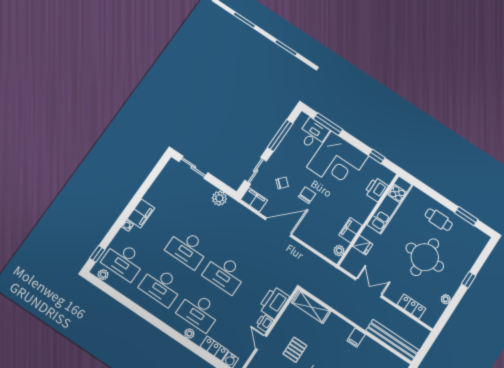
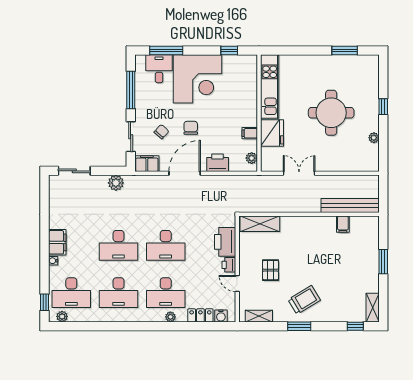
printer: (376, 189) -> (218, 163), moved, turned 90
cafe table: (439, 220) -> (322, 70), removed
filing cabinet: (350, 230) -> (250, 133), width x0.50
fridge: (363, 245) -> (272, 133), width x1.88, depth x1.34
locker: (411, 307) -> (348, 165), removed
filing cabinet: (356, 337) -> (343, 224), moved

